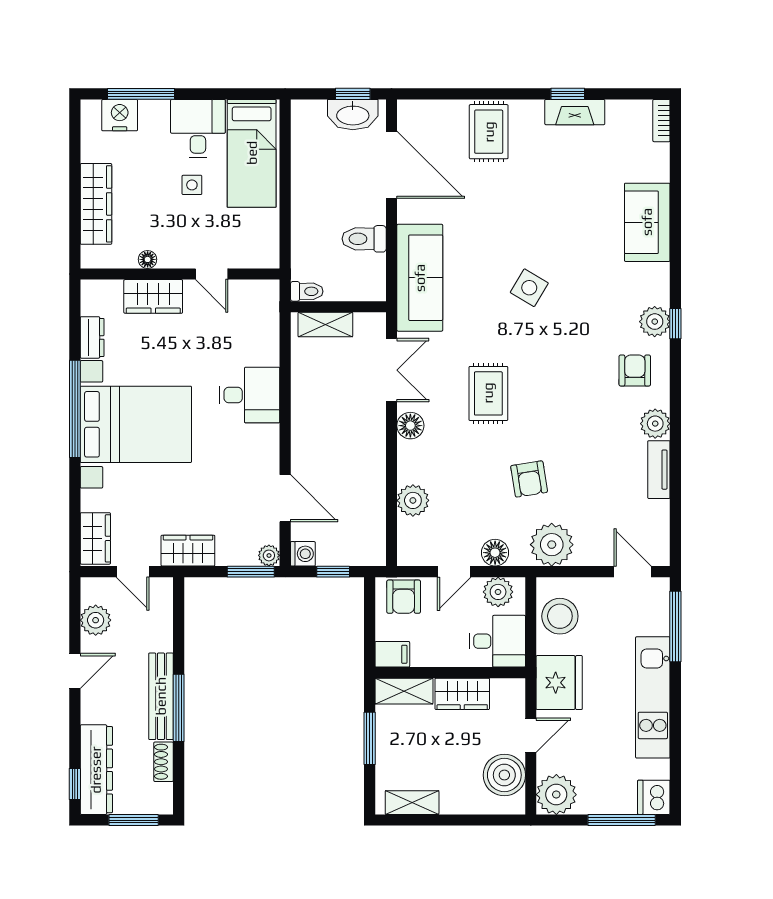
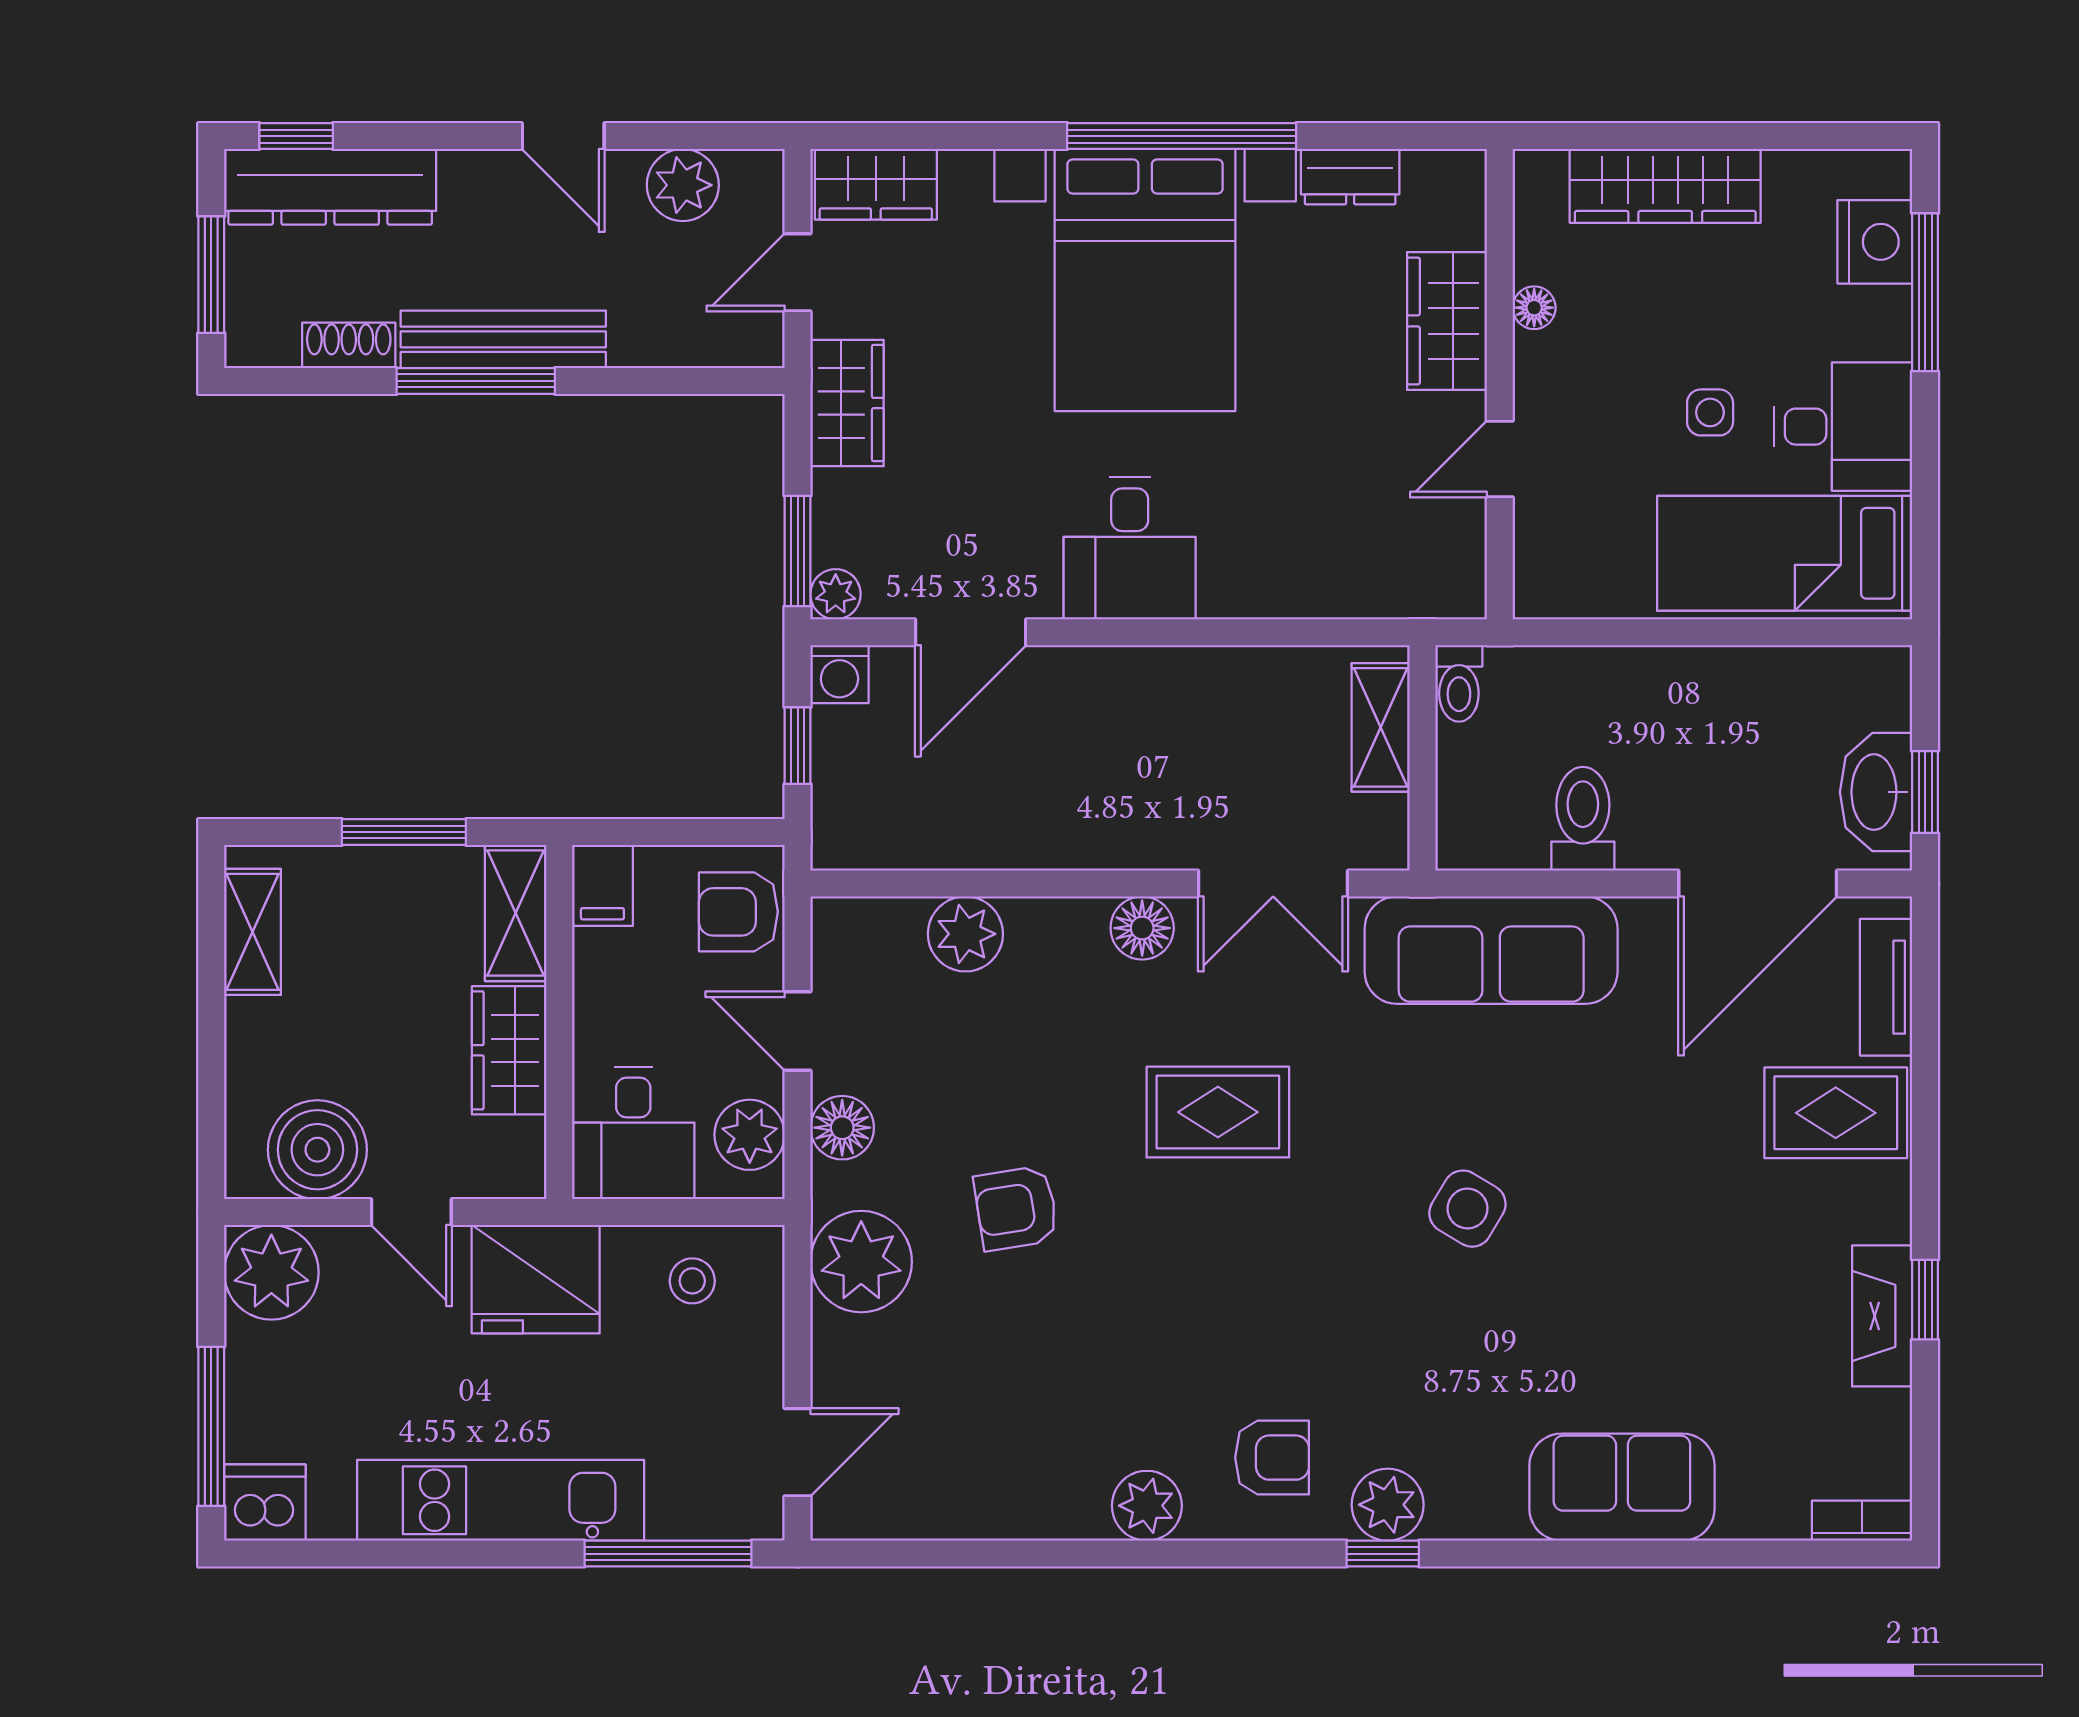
desk: (249, 395) -> (1130, 548), moved
tv unit: (659, 470) -> (1886, 987), moved, turned -90
stool: (560, 616) -> (692, 1281), width x0.53, depth x0.53

